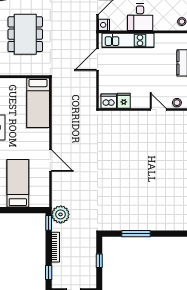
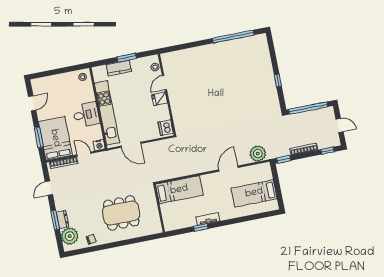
kitchen unit: (128, 40) -> (107, 113), width x1.36
fridge: (124, 101) -> (160, 99), moved
plant: (61, 214) -> (258, 154), moved
window: (136, 234) -> (278, 80), width x0.46
window: (99, 261) -> (308, 108), width x3.17

